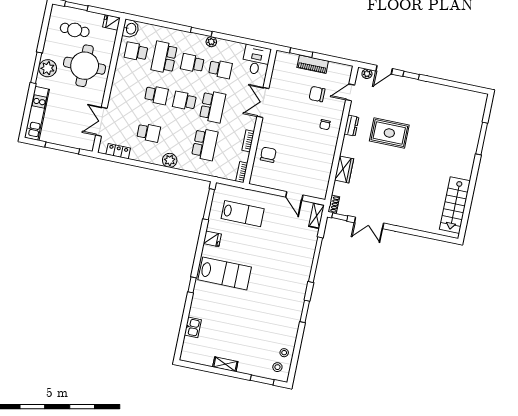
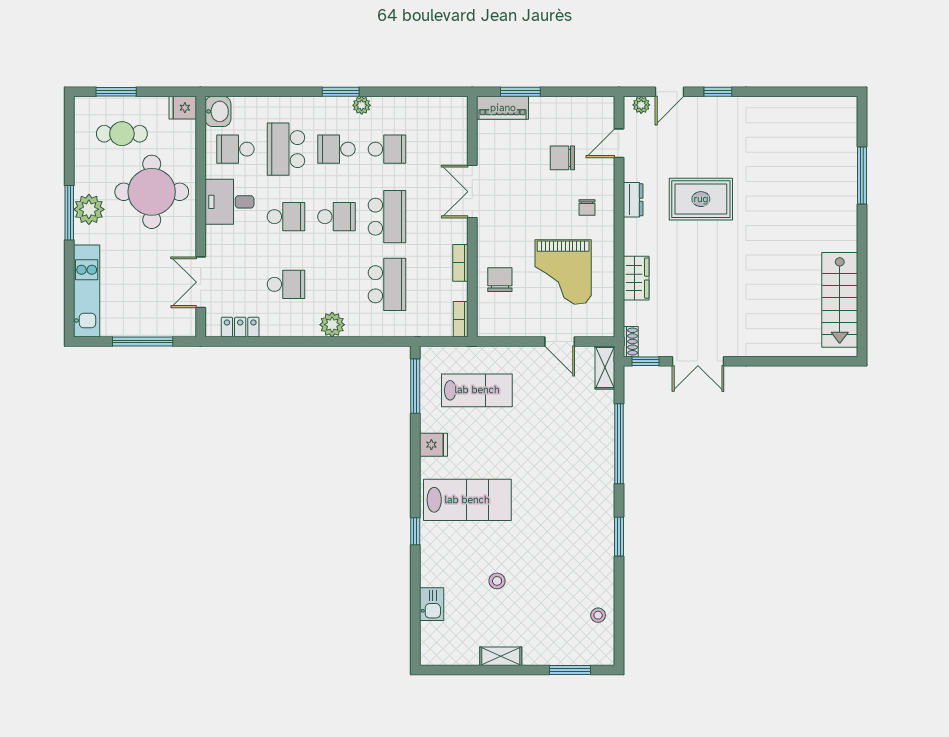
desk: (256, 60) -> (229, 202), moved, turned -90
piano: (313, 64) -> (503, 108), moved
school desk: (184, 101) -> (336, 217), turned 180
grand piano: (304, 158) -> (563, 272), added
stool: (277, 367) -> (497, 581), moved

